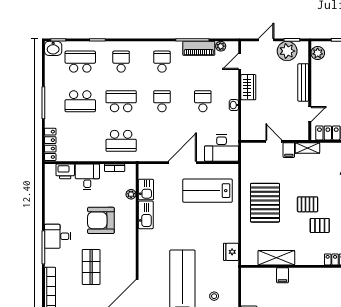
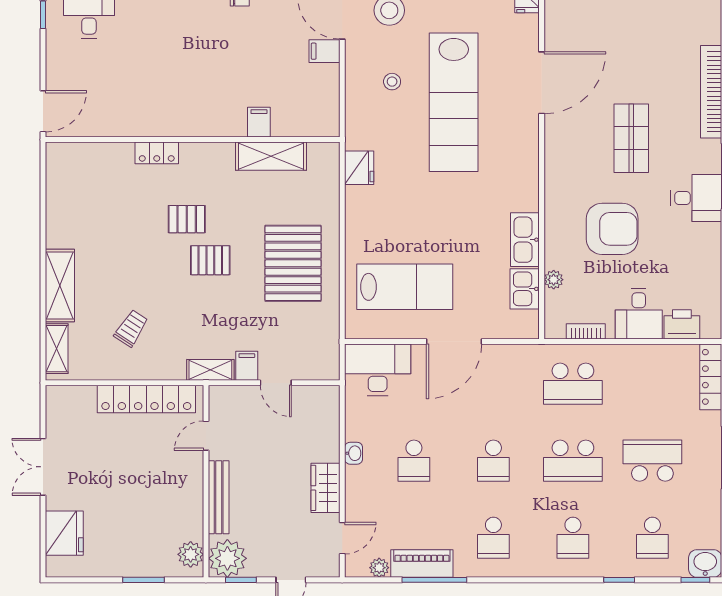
plant: (287, 51) -> (227, 558), moved
school desk: (80, 62) -> (652, 538), width x0.54
school desk: (121, 141) -> (573, 384), turned 180

